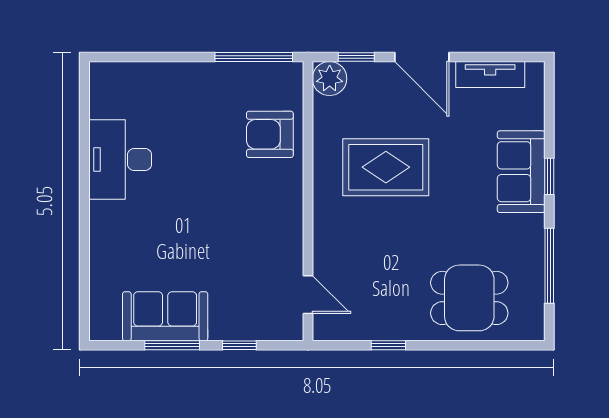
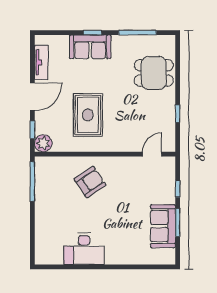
armchair: (270, 134) -> (90, 182), moved, turned -124
dining table: (469, 298) -> (154, 73), turned 90

